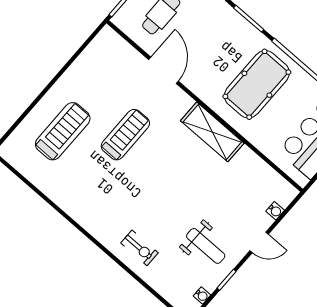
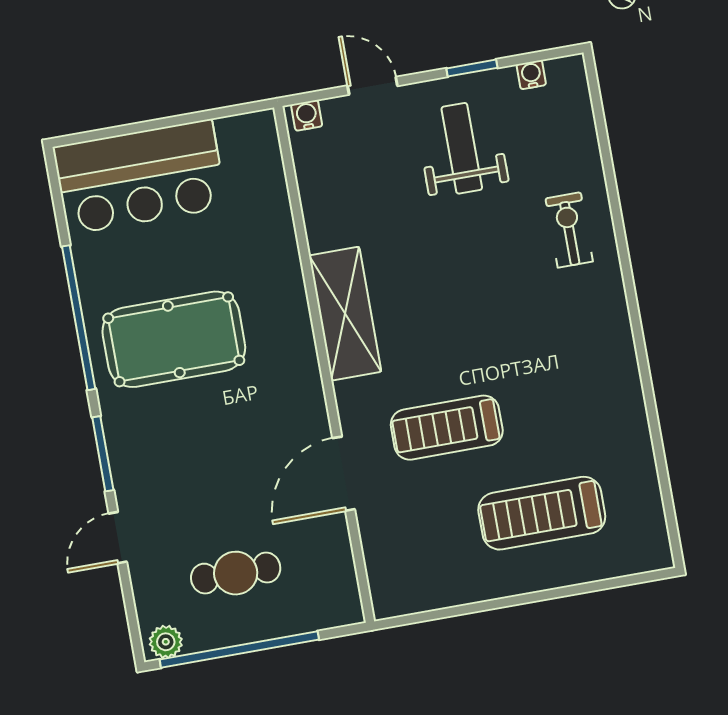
door: (164, 70) -> (344, 474), moved
wall: (205, 106) -> (324, 364), moved
shelving: (212, 132) -> (345, 314), moved

